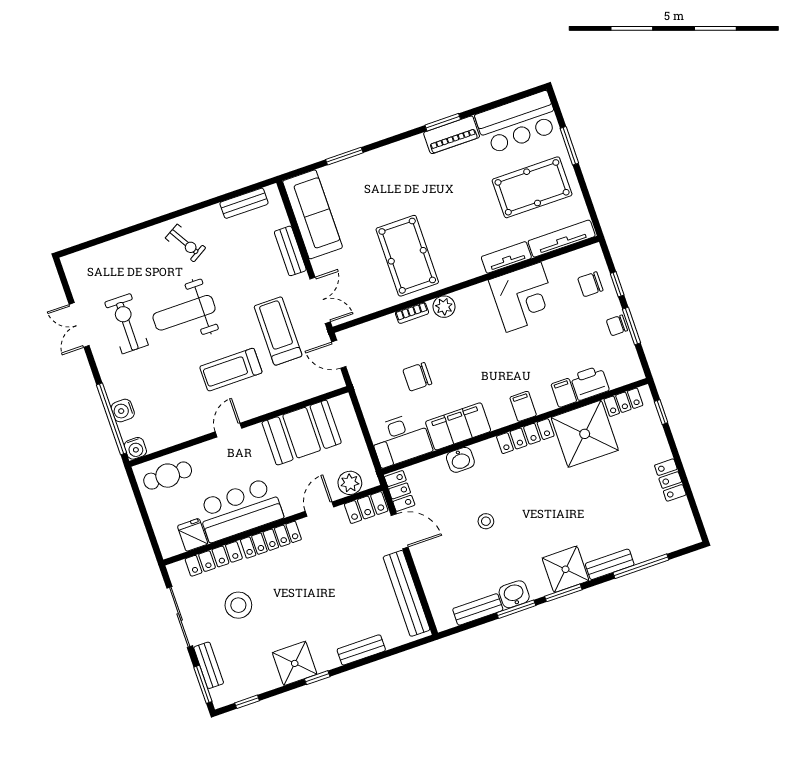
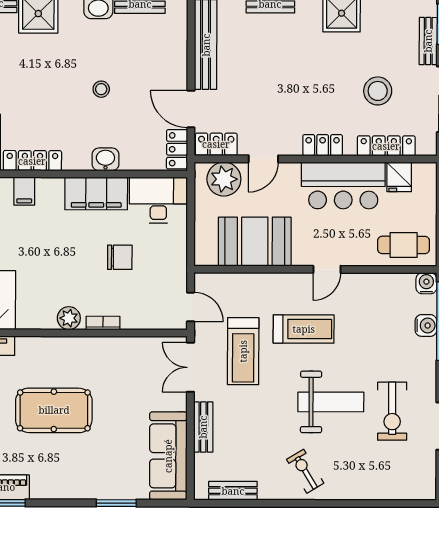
pool table: (407, 256) -> (54, 410), moved, turned 90
plant: (350, 483) -> (224, 179), width x1.36, depth x1.36
locker: (271, 540) -> (323, 145), width x0.66

